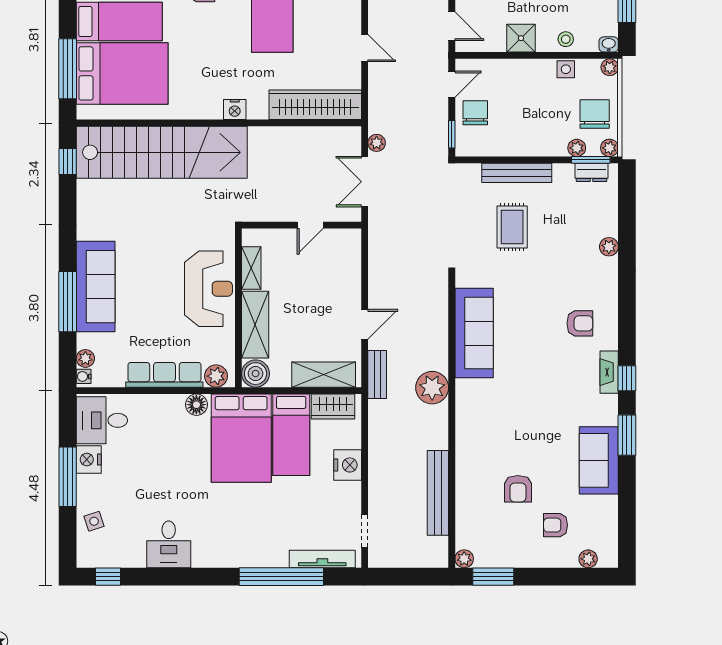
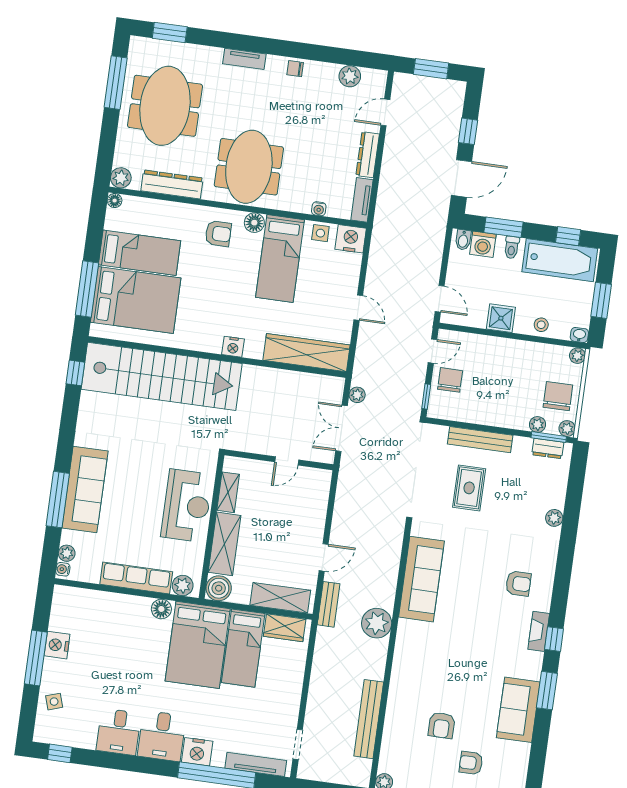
side table: (566, 69) -> (538, 352), removed
desk: (102, 420) -> (162, 736), moved, turned -90
nightstand: (348, 465) -> (197, 752), moved, turned 90

